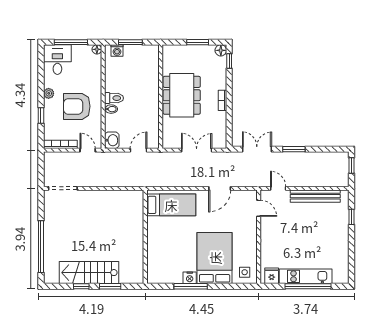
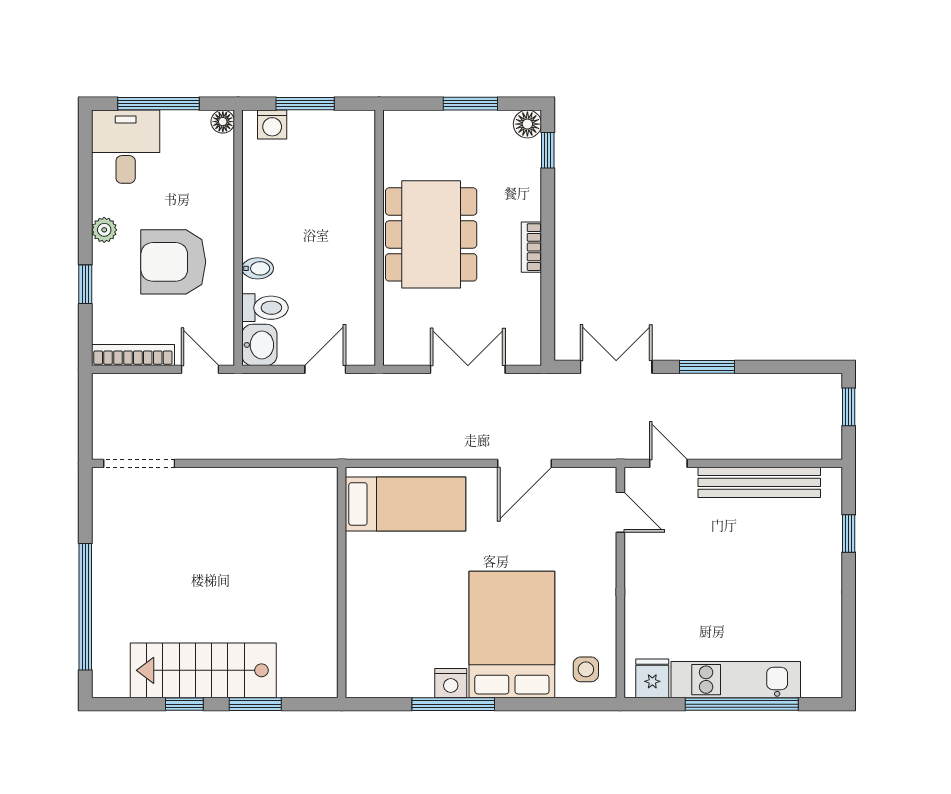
toilet: (114, 98) -> (265, 308), moved

